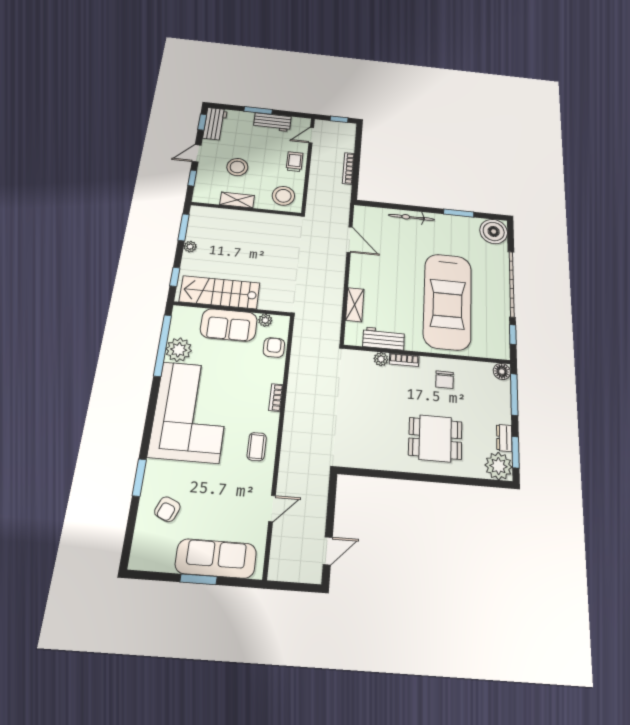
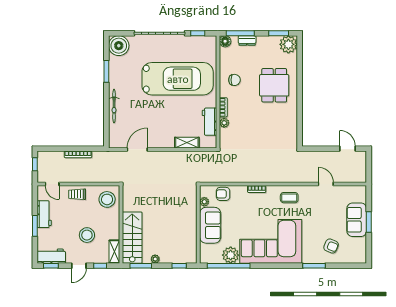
door: (197, 153) -> (79, 266), hinge flipped
shelving: (237, 200) -> (114, 252), moved
stairs: (220, 292) -> (132, 238), moved, turned 180
dresser: (504, 438) -> (247, 40), moved
sofa: (216, 559) -> (357, 220), width x0.73

